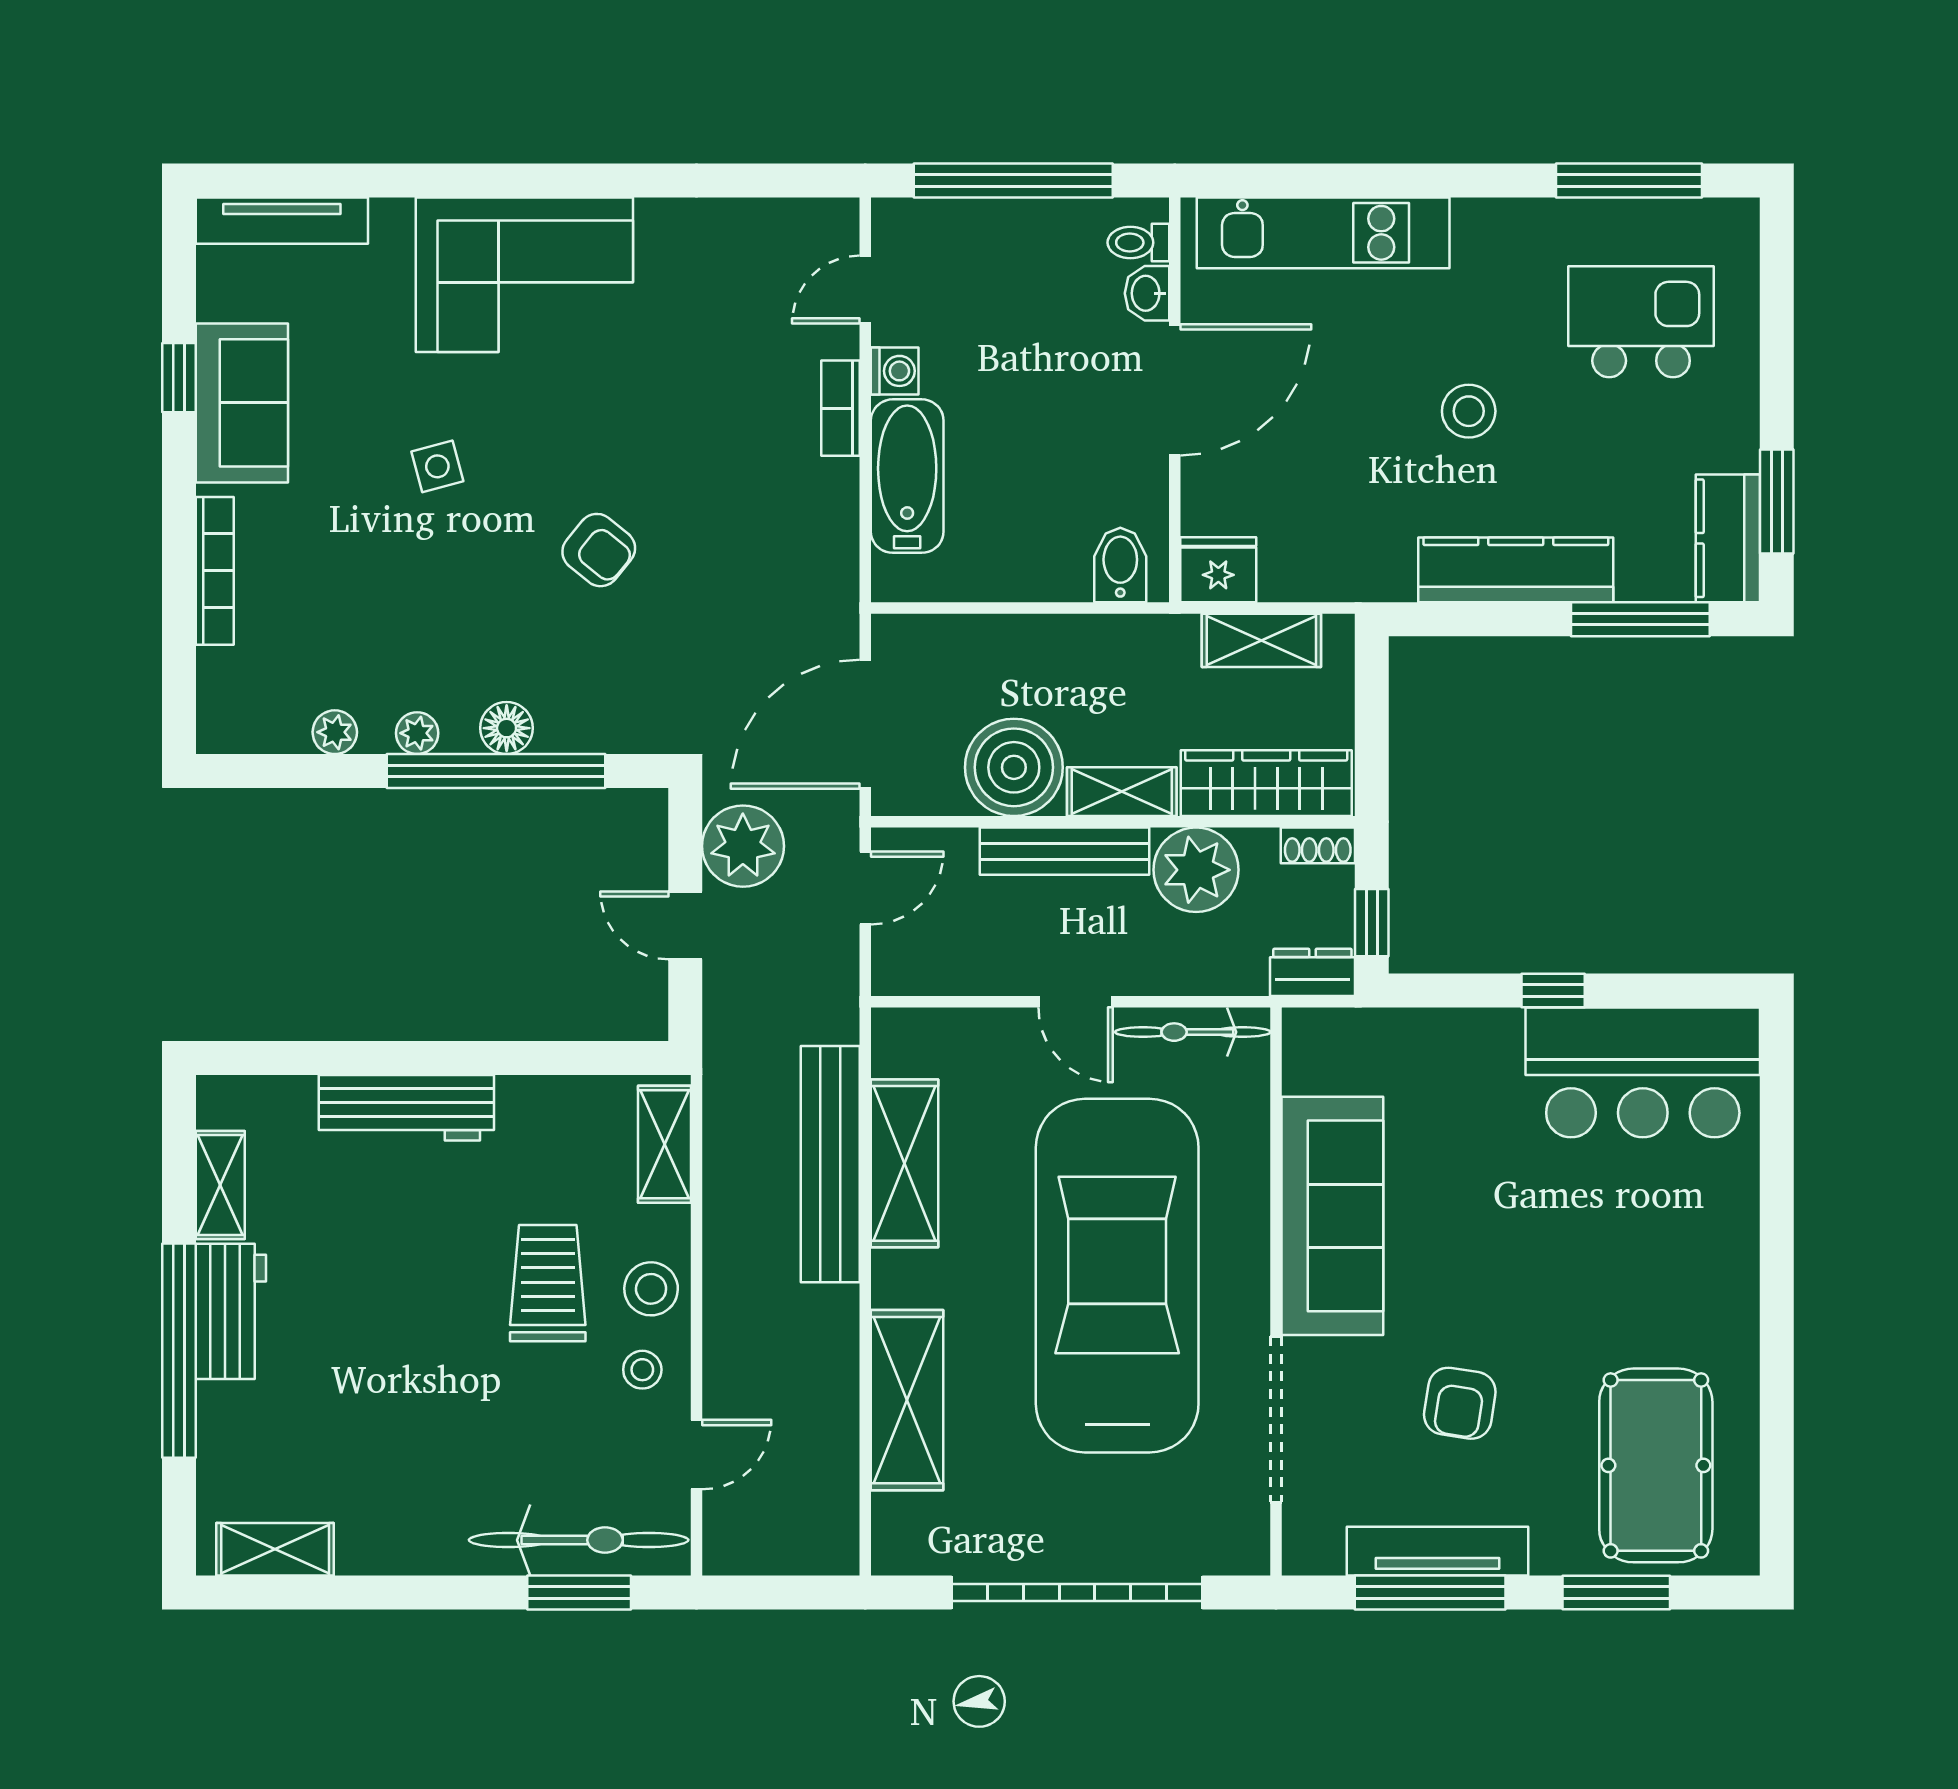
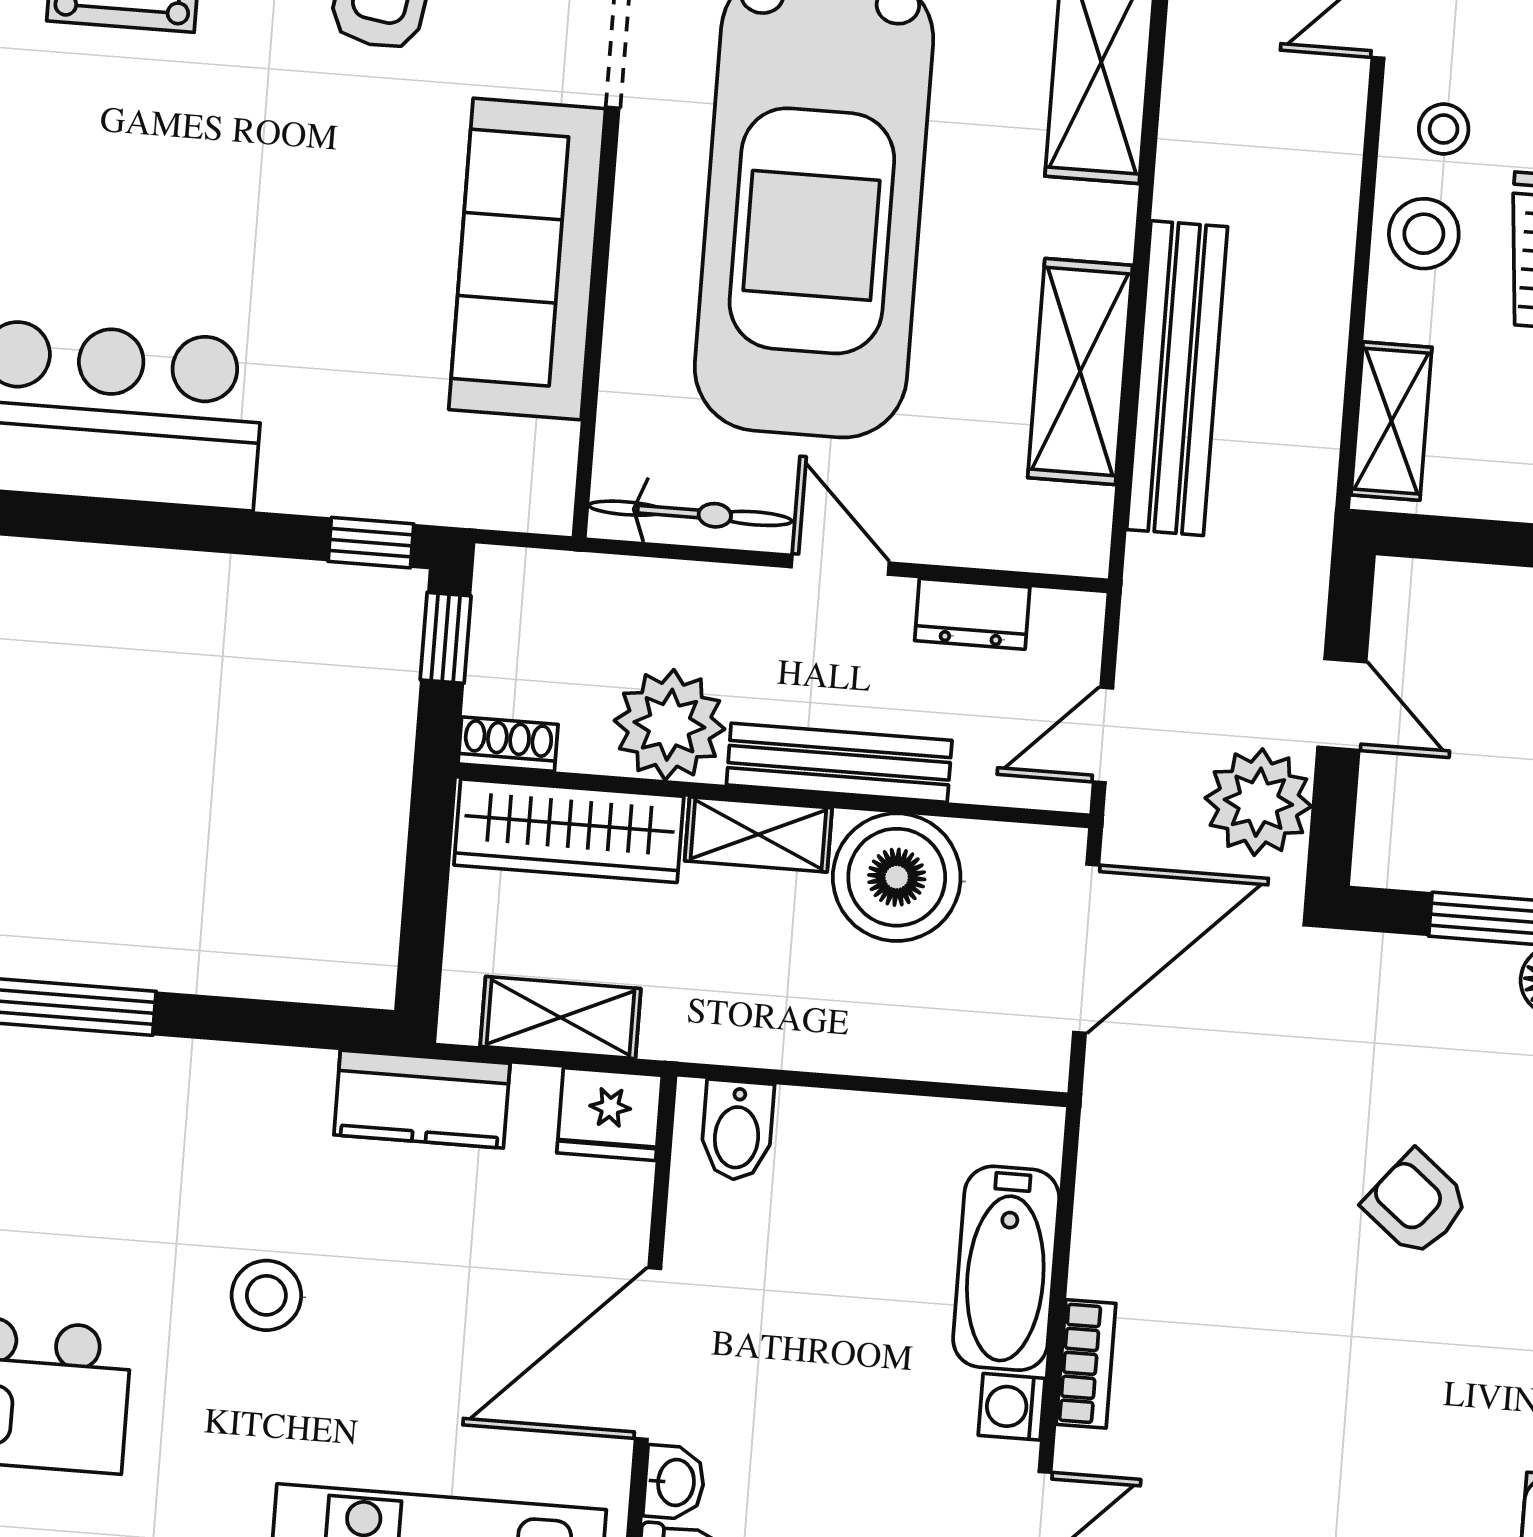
kitchen counter: (1516, 570) -> (422, 1099), moved, width x0.67
dresser: (1312, 972) -> (972, 614), moved
window: (1553, 991) -> (371, 543), moved

